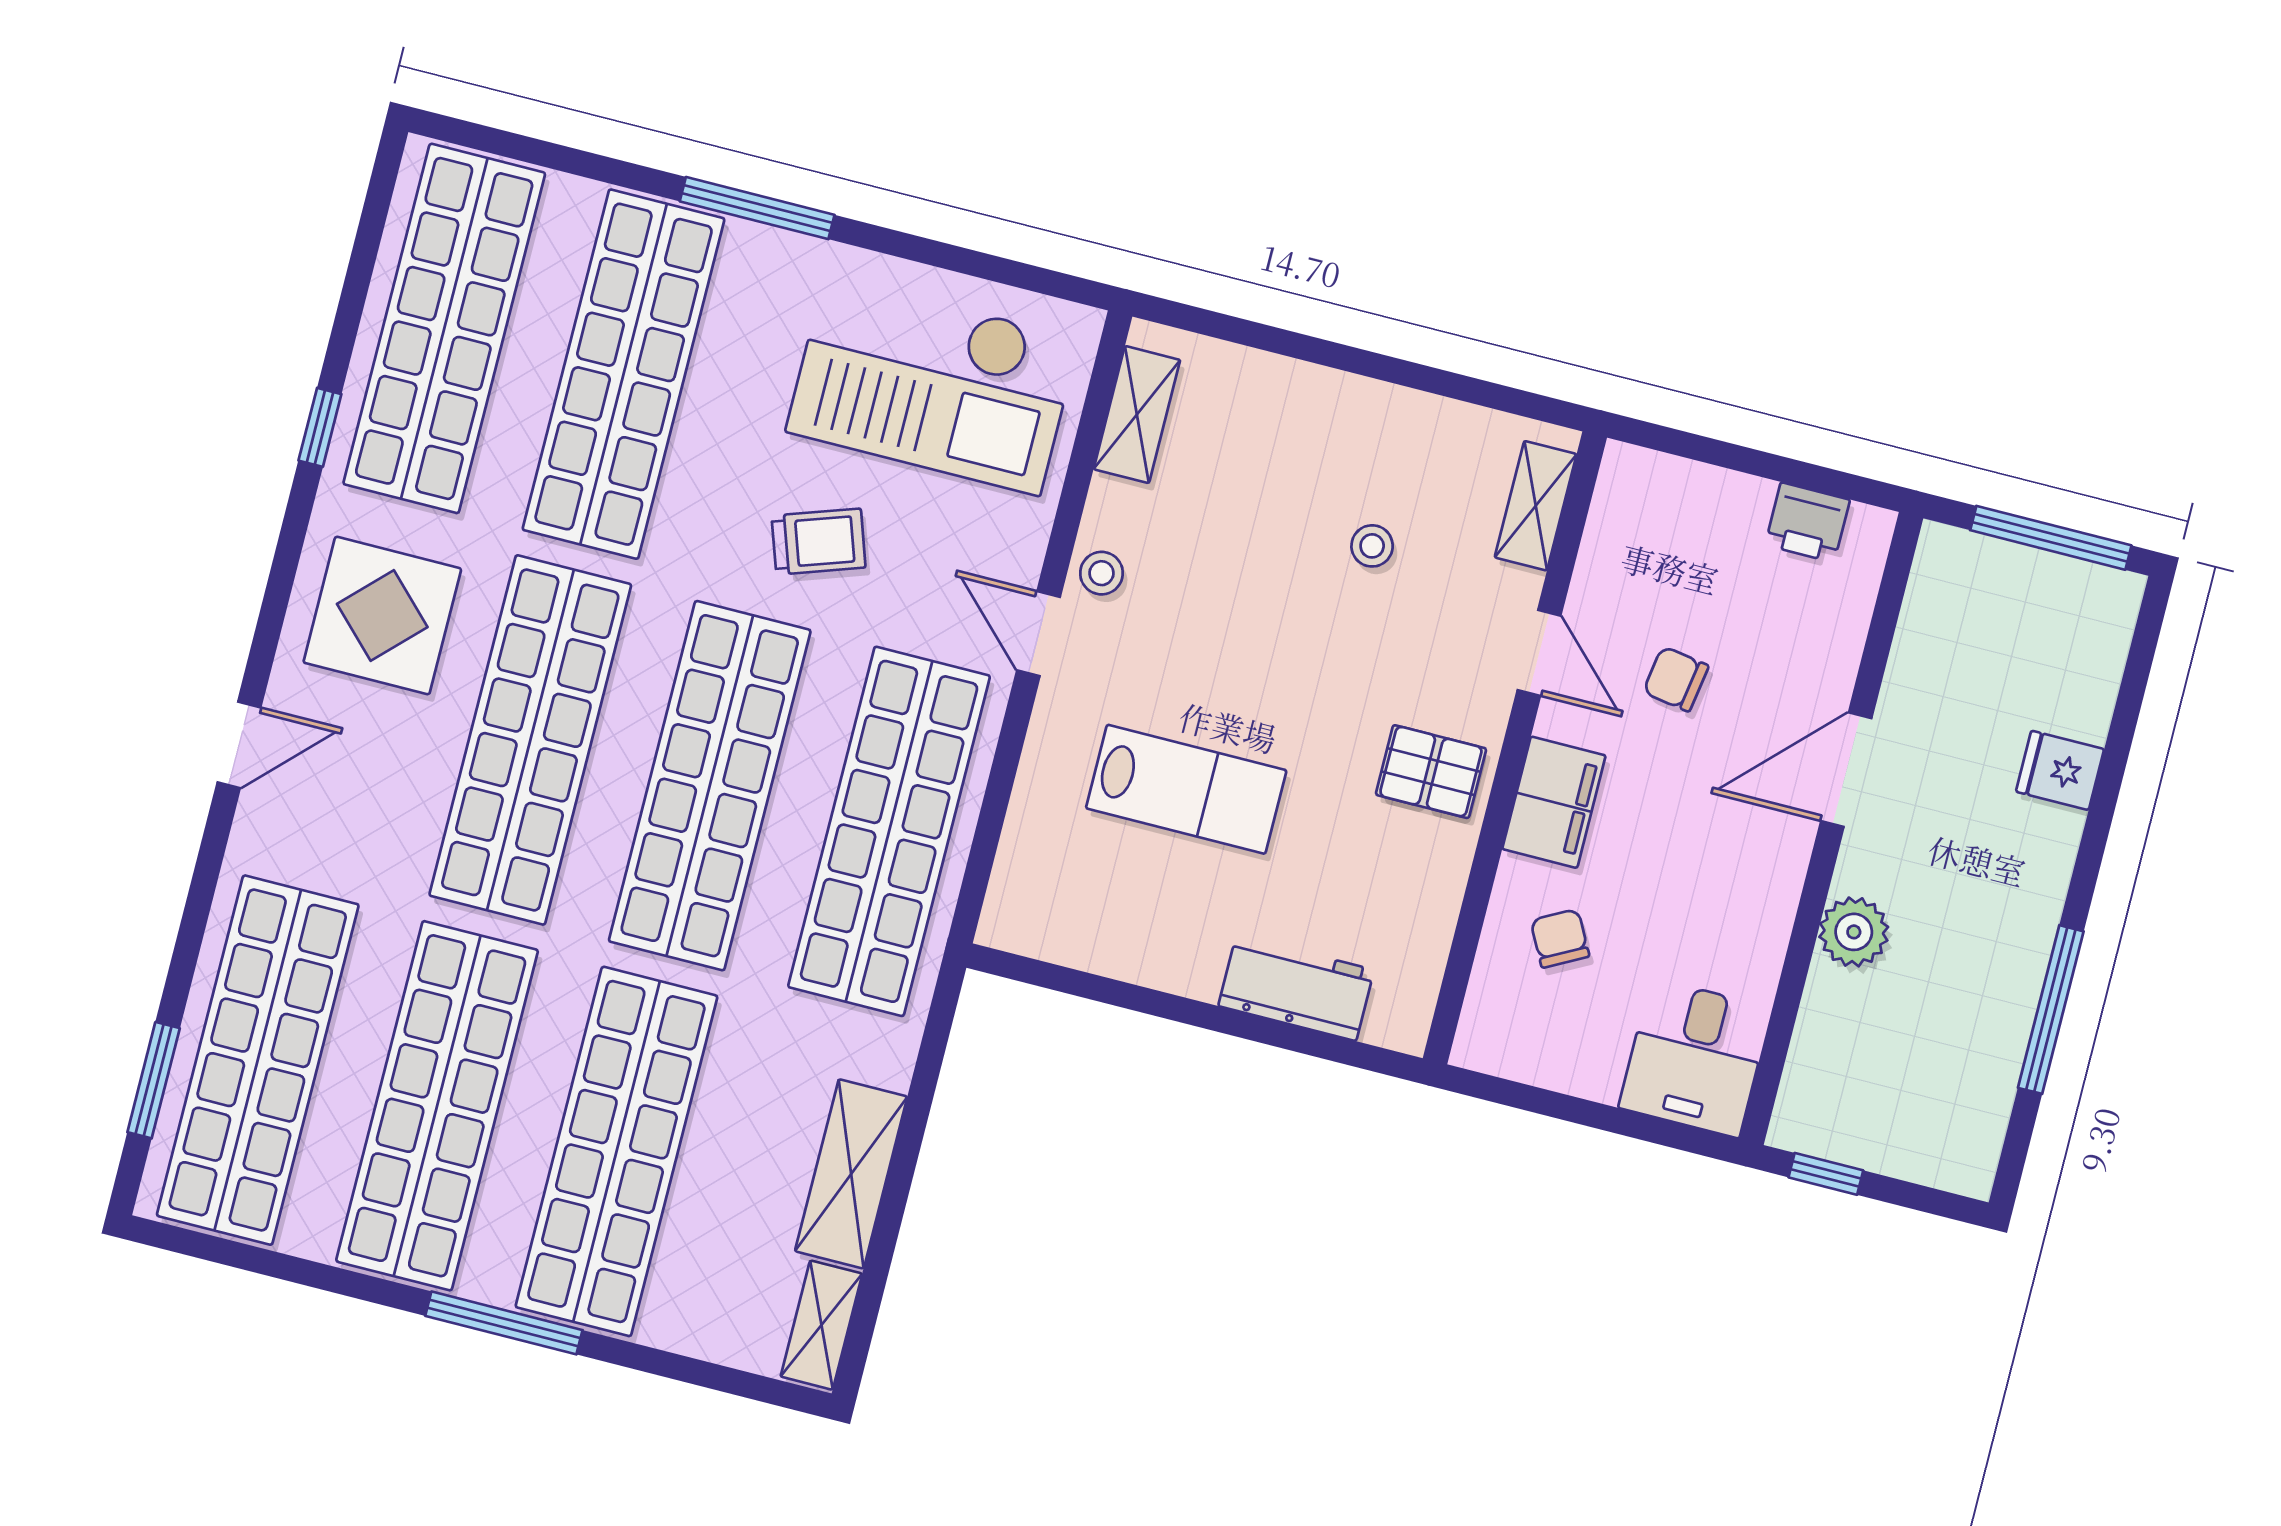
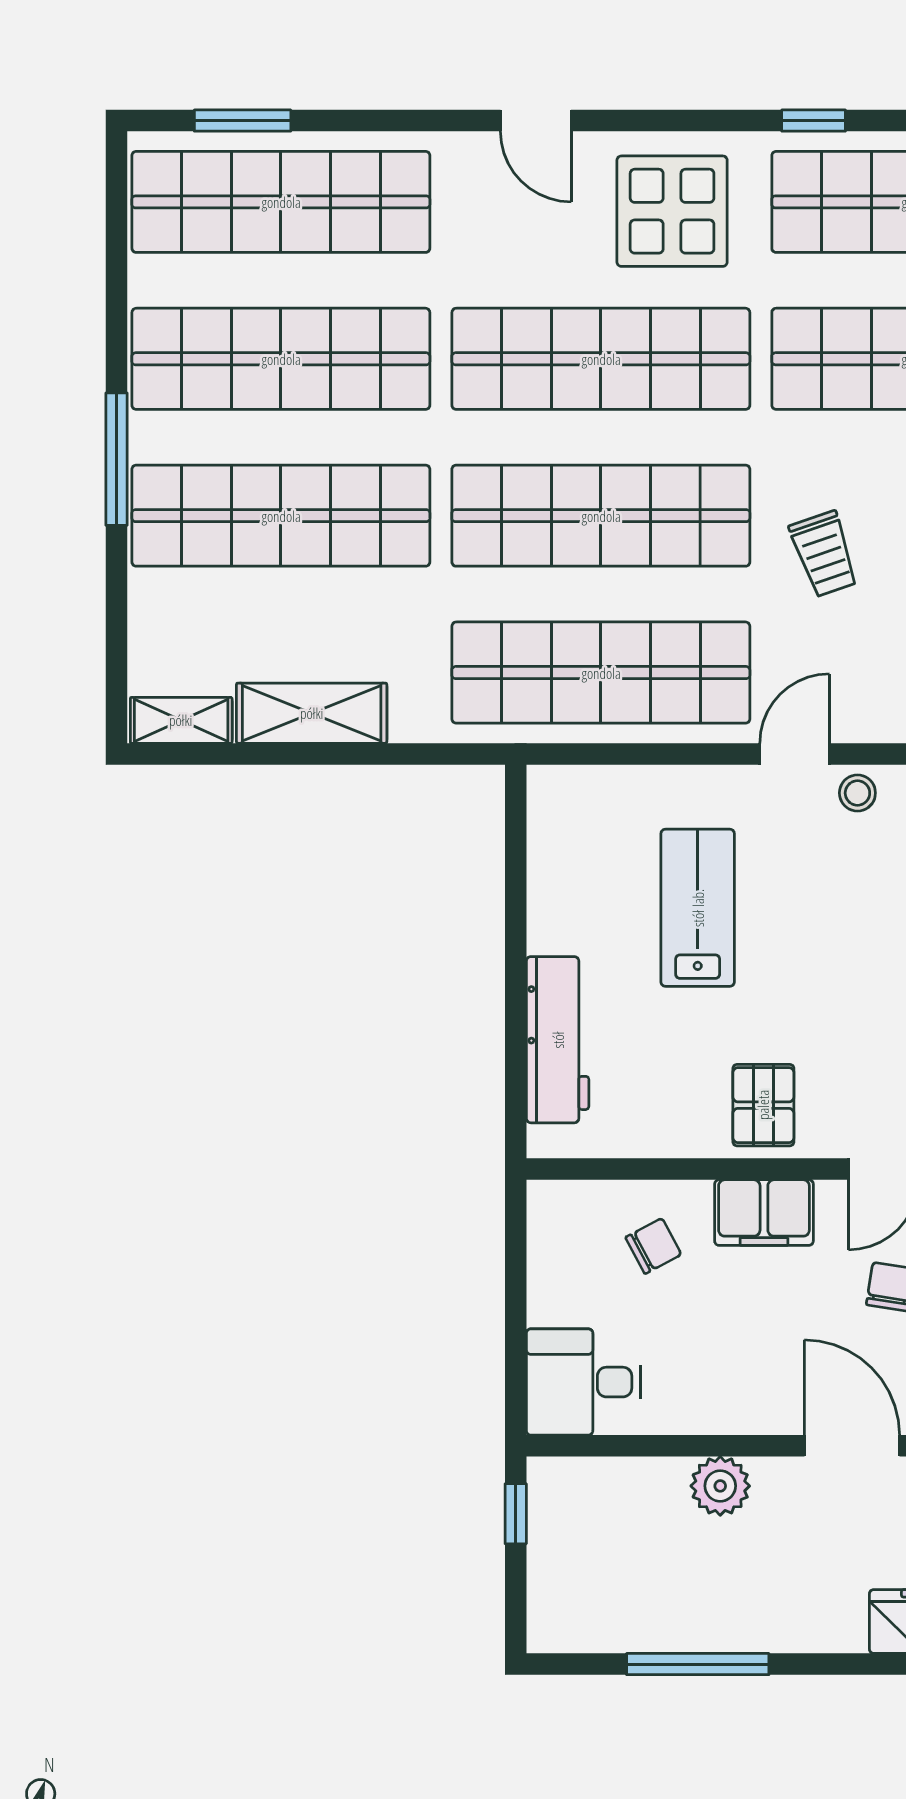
lab bench: (1186, 789) -> (698, 908), turned 180
workbench: (1296, 988) -> (558, 1040), width x1.38

